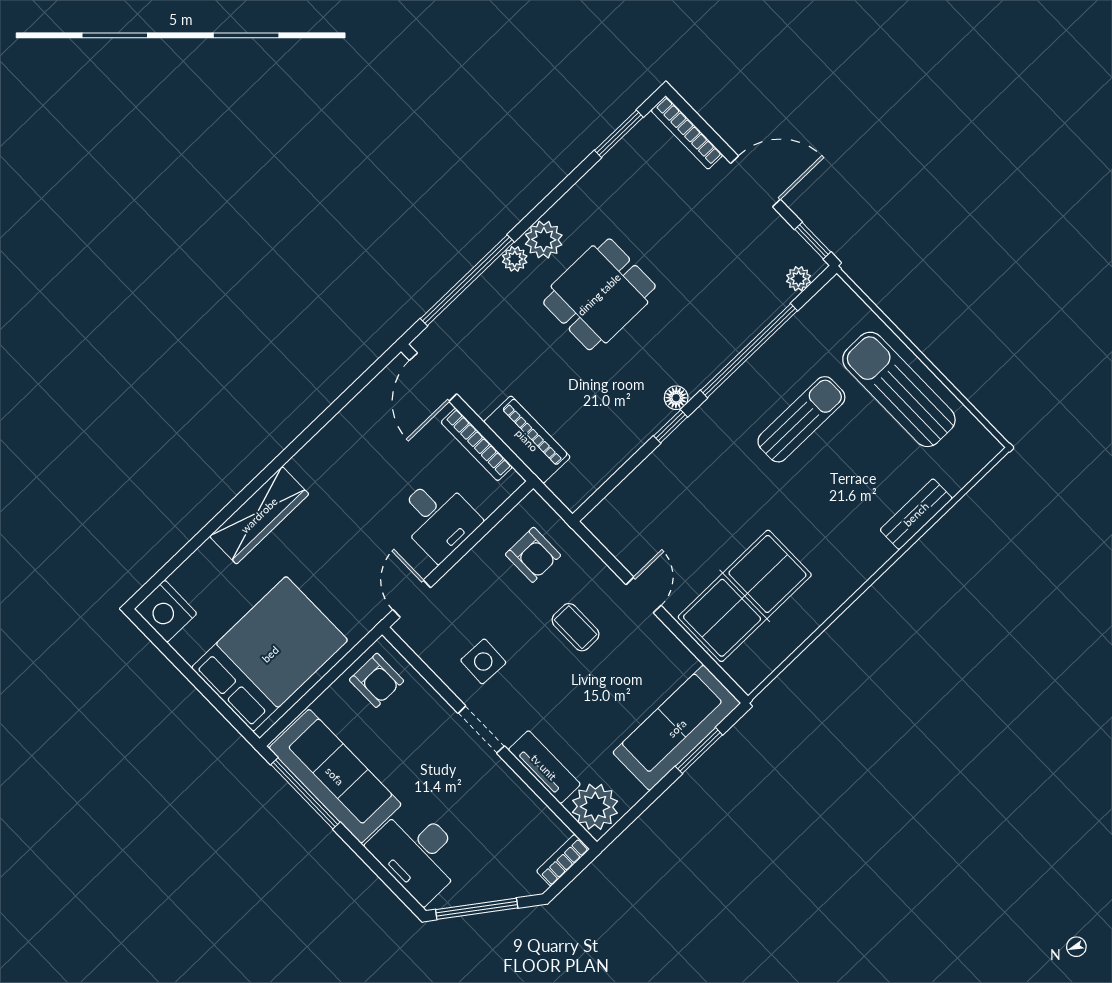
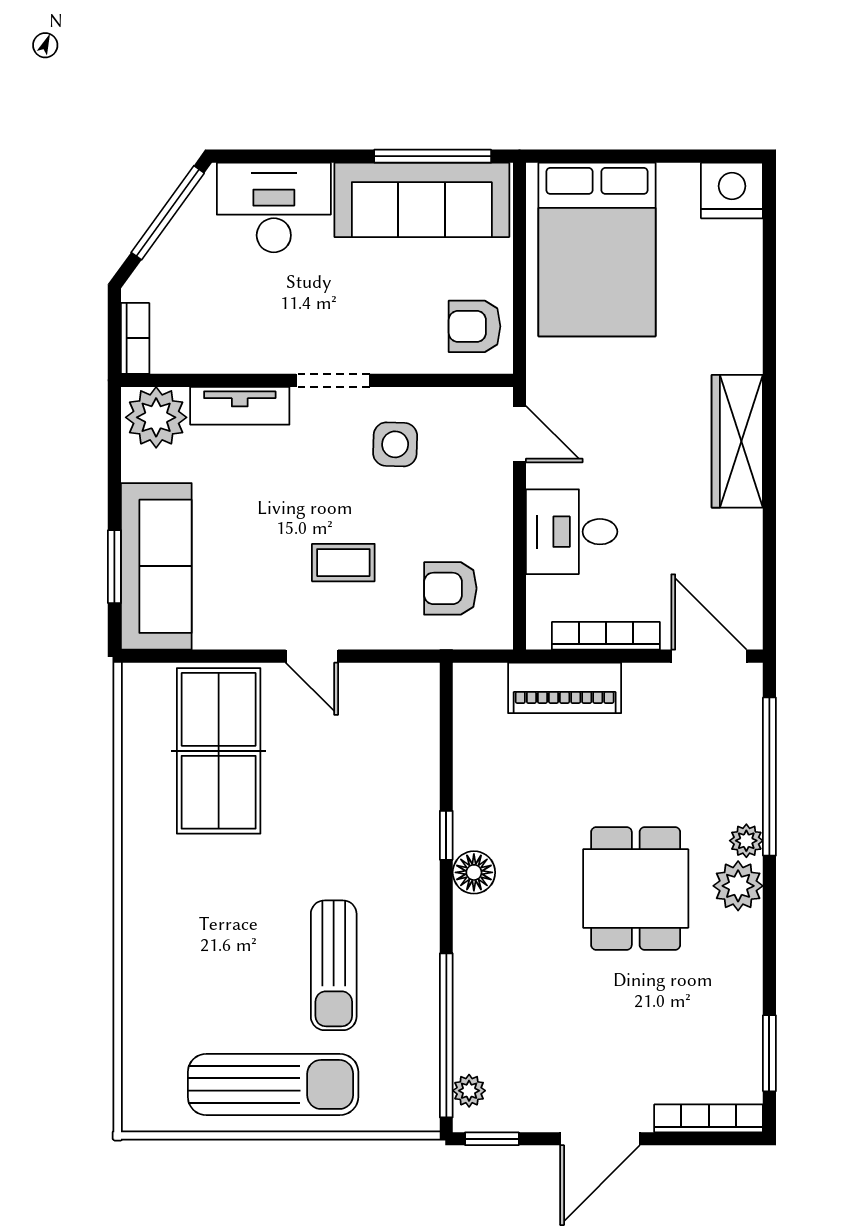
window: (749, 351) -> (446, 1035), moved
floor lamp: (676, 398) -> (474, 872), width x1.37, depth x1.37
bench: (916, 514) -> (140, 987), removed
wardrobe: (259, 515) -> (737, 441), moved

